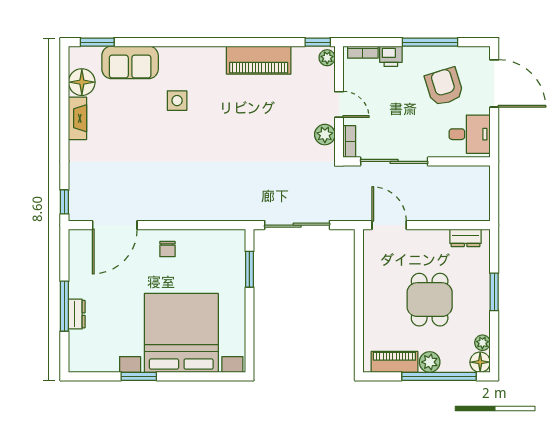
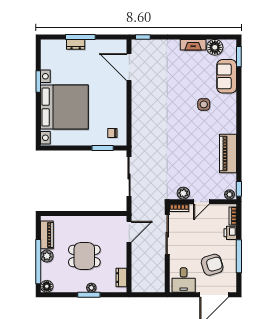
chair: (167, 249) -> (112, 133), moved
plant: (482, 343) -> (91, 288), moved

